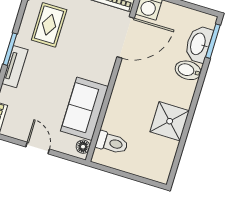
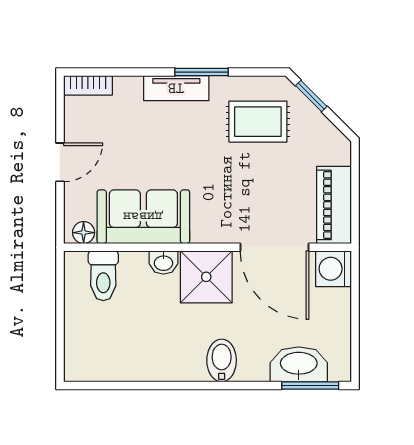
bidet: (188, 70) -> (222, 360), moved
washbasin: (115, 105) -> (163, 262), added
shower: (170, 121) -> (206, 277), moved

